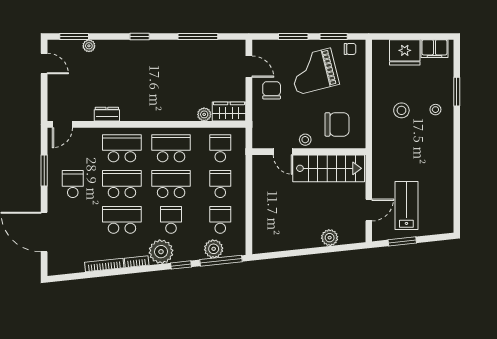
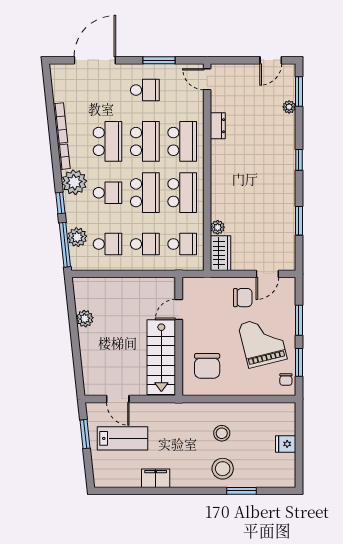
window: (198, 36) -> (299, 221), width x0.69
filing cabinet: (434, 49) -> (156, 478), moved, turned 90
fridge: (405, 52) -> (286, 444), width x0.53, depth x0.75
stool: (435, 110) -> (223, 469), width x1.89, depth x1.89
stool: (305, 140) -> (191, 333), removed
plant: (330, 238) -> (85, 319), moved

